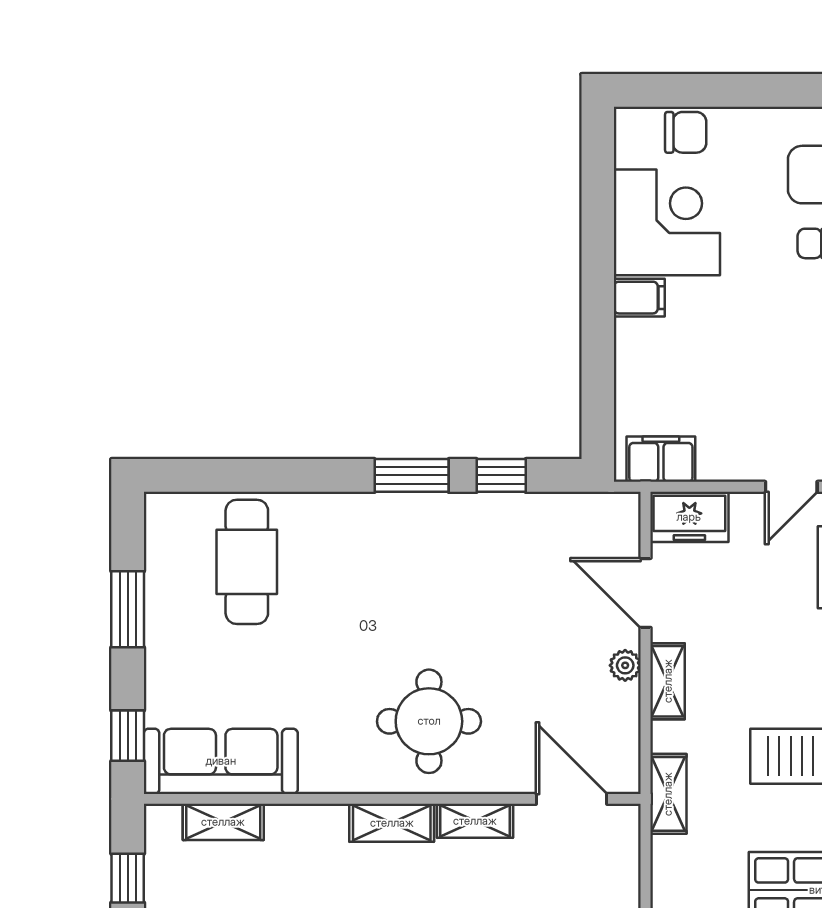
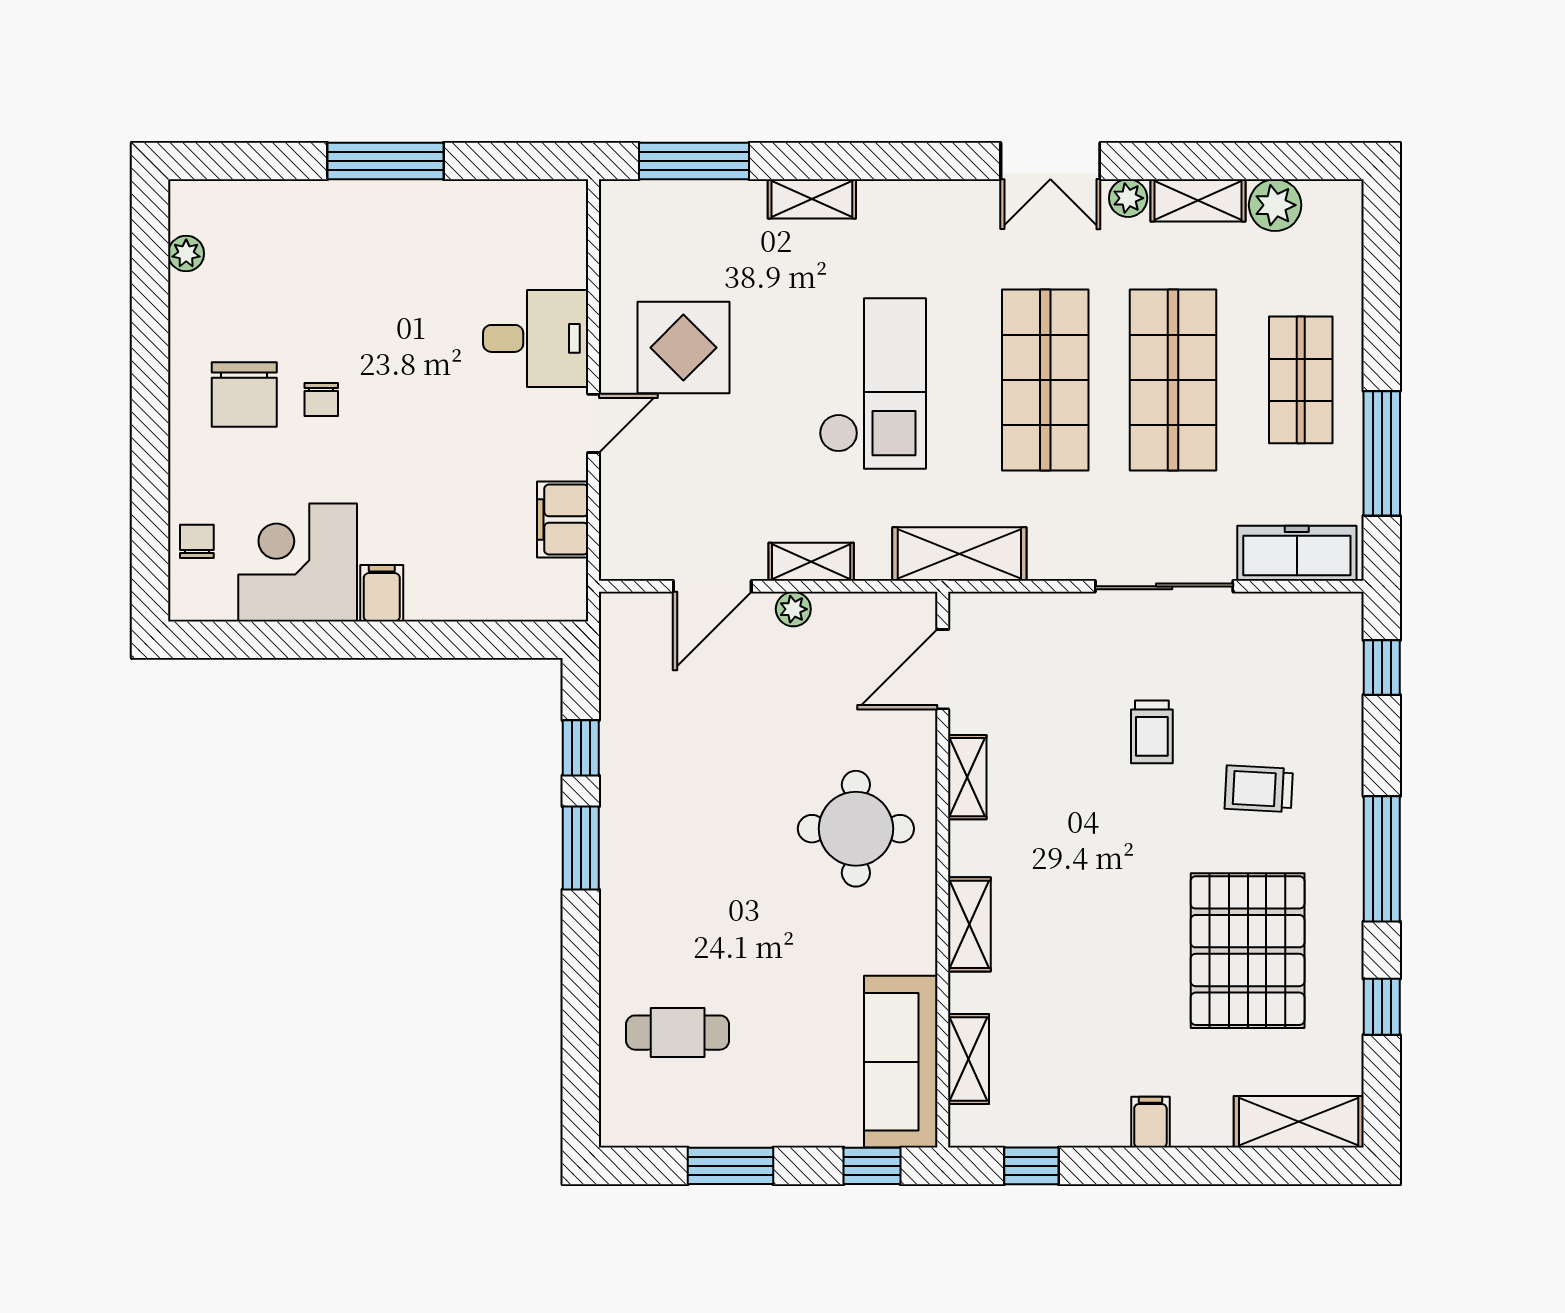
chair: (686, 132) -> (197, 541), width x0.73, depth x0.73
filing cabinet: (661, 459) -> (563, 520), moved
door: (791, 487) -> (594, 423), hinge flipped
freezer: (689, 517) -> (627, 537), removed
cafe table: (247, 562) -> (678, 1033), width x0.73, depth x0.74
shelving: (668, 794) -> (959, 554), width x1.50, depth x1.33
shelving: (392, 823) -> (969, 924), moved

